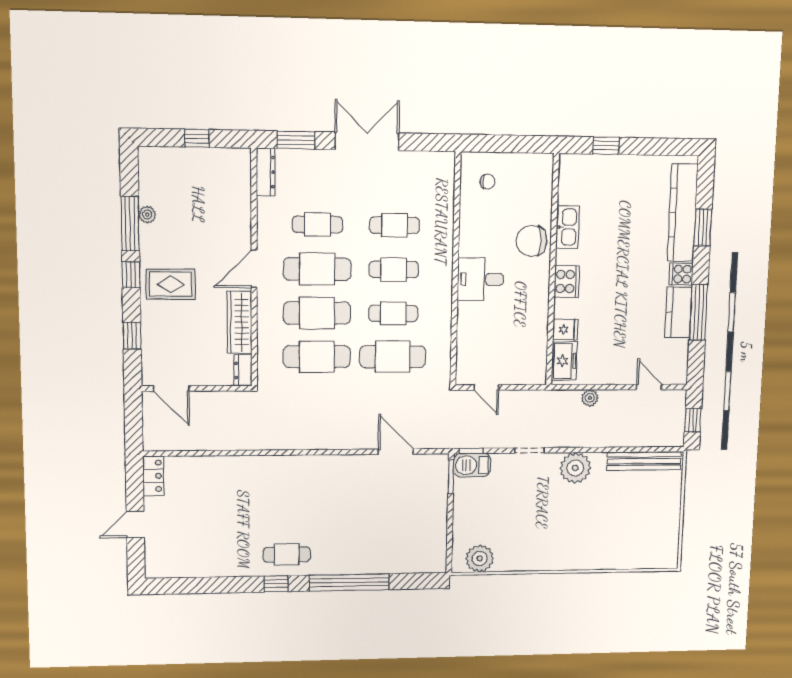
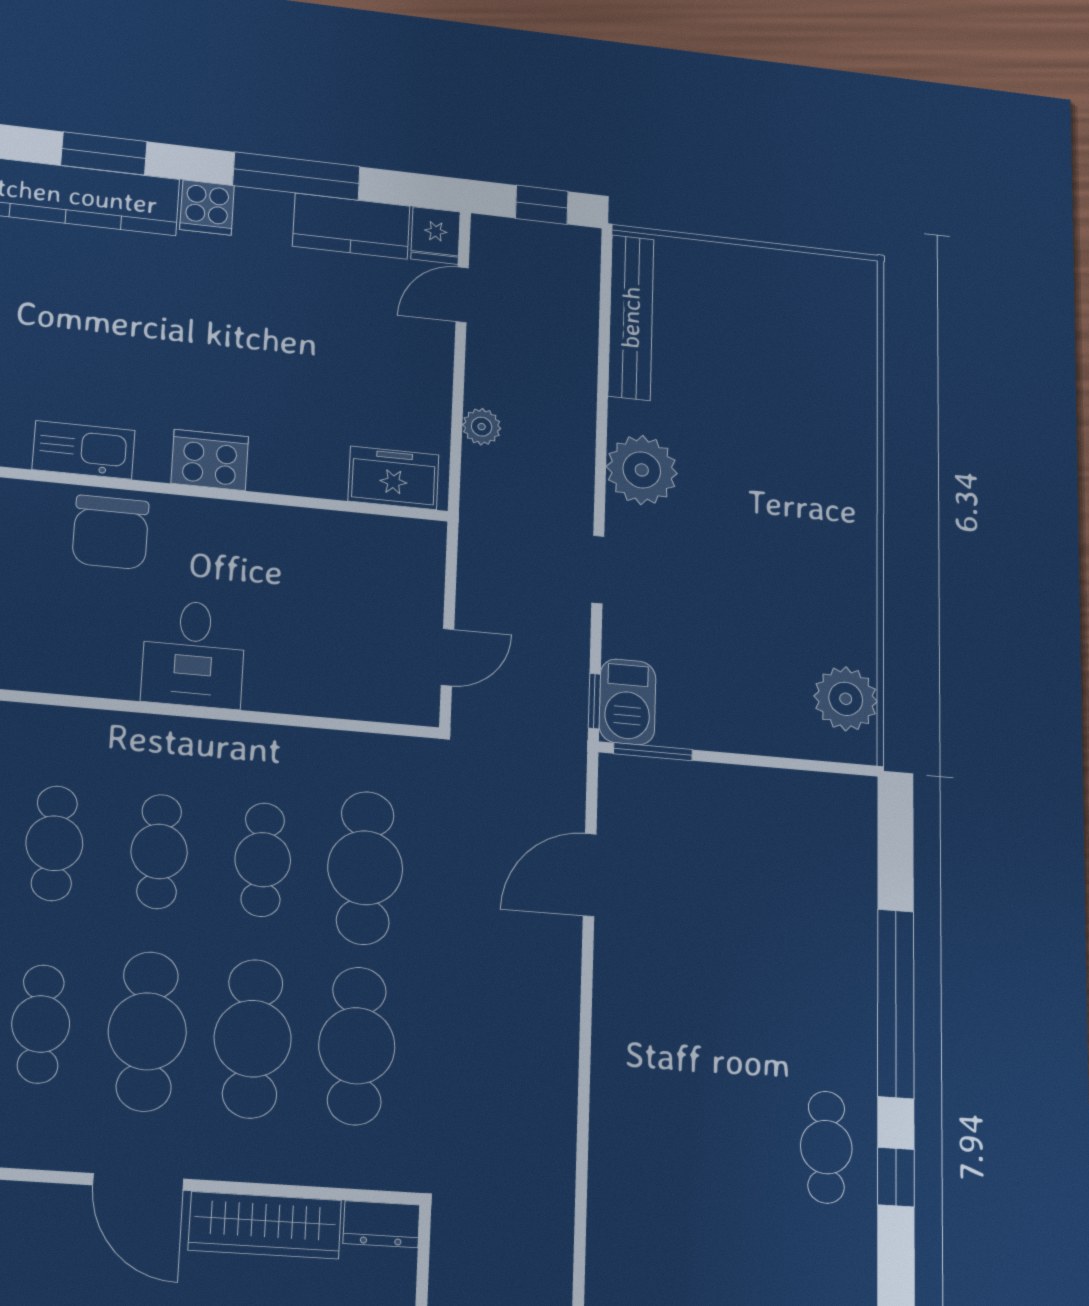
kitchen counter: (678, 312) -> (351, 226), moved
fridge: (565, 330) -> (436, 235), moved, turned 180

